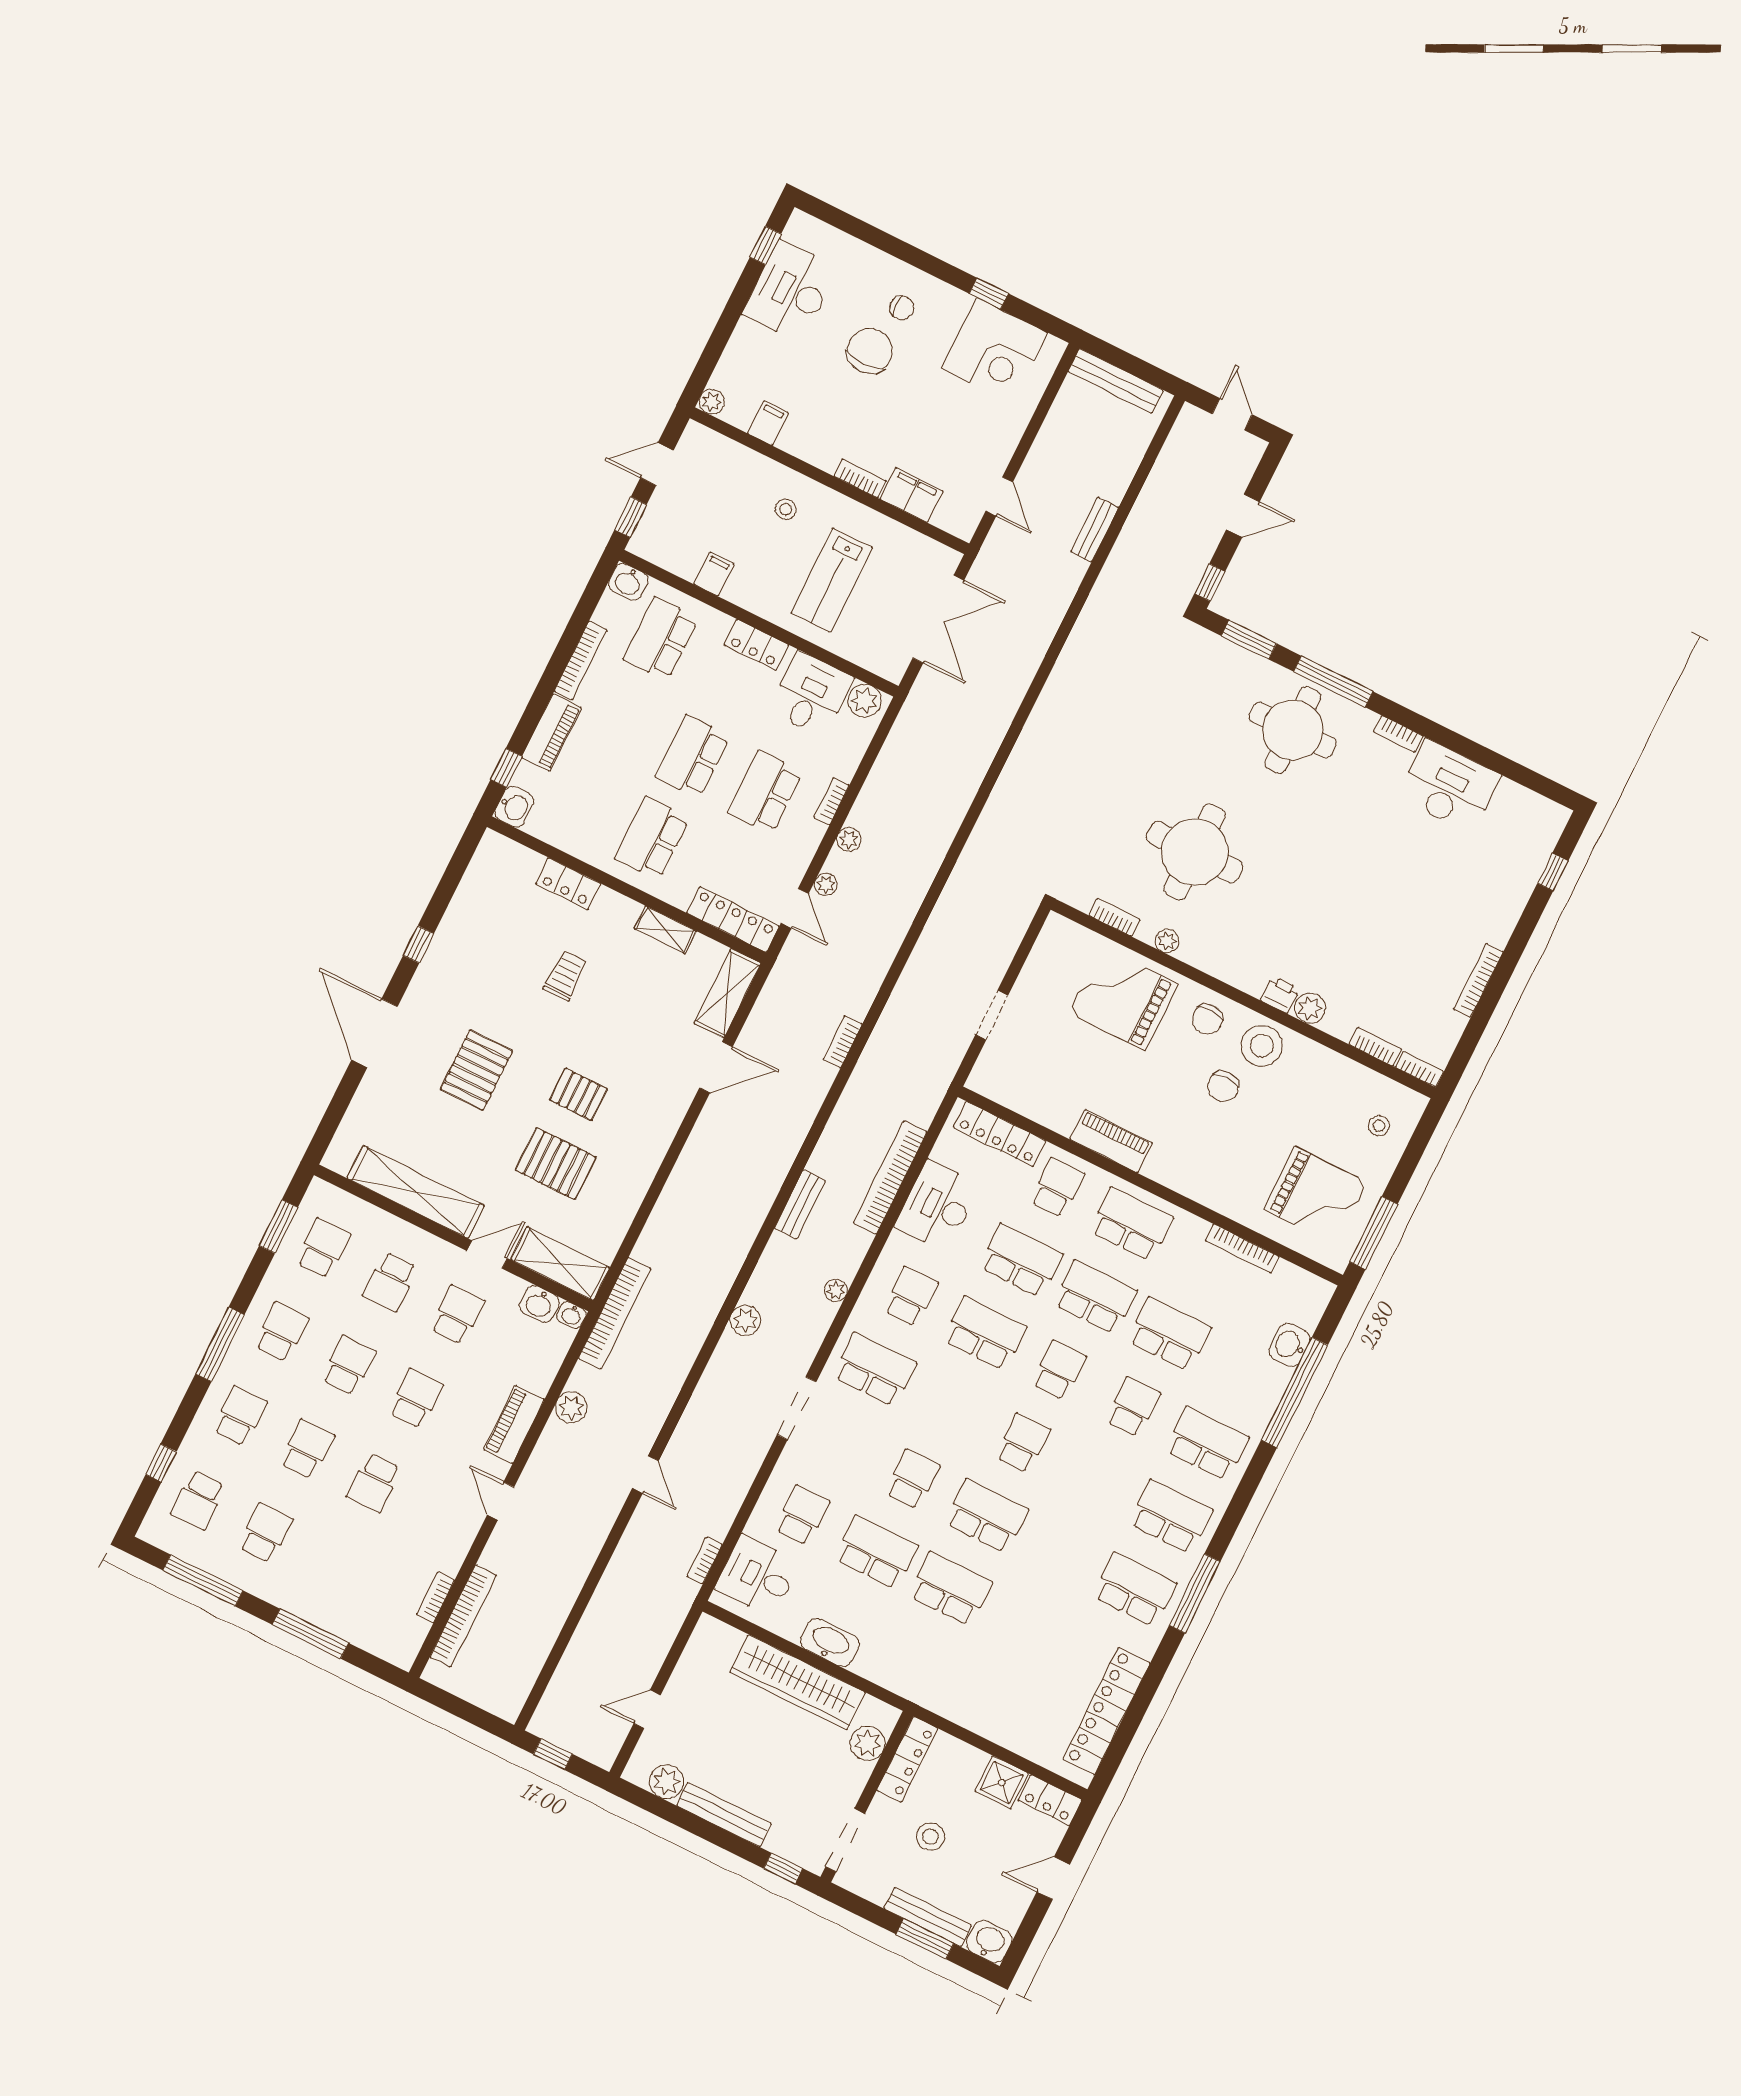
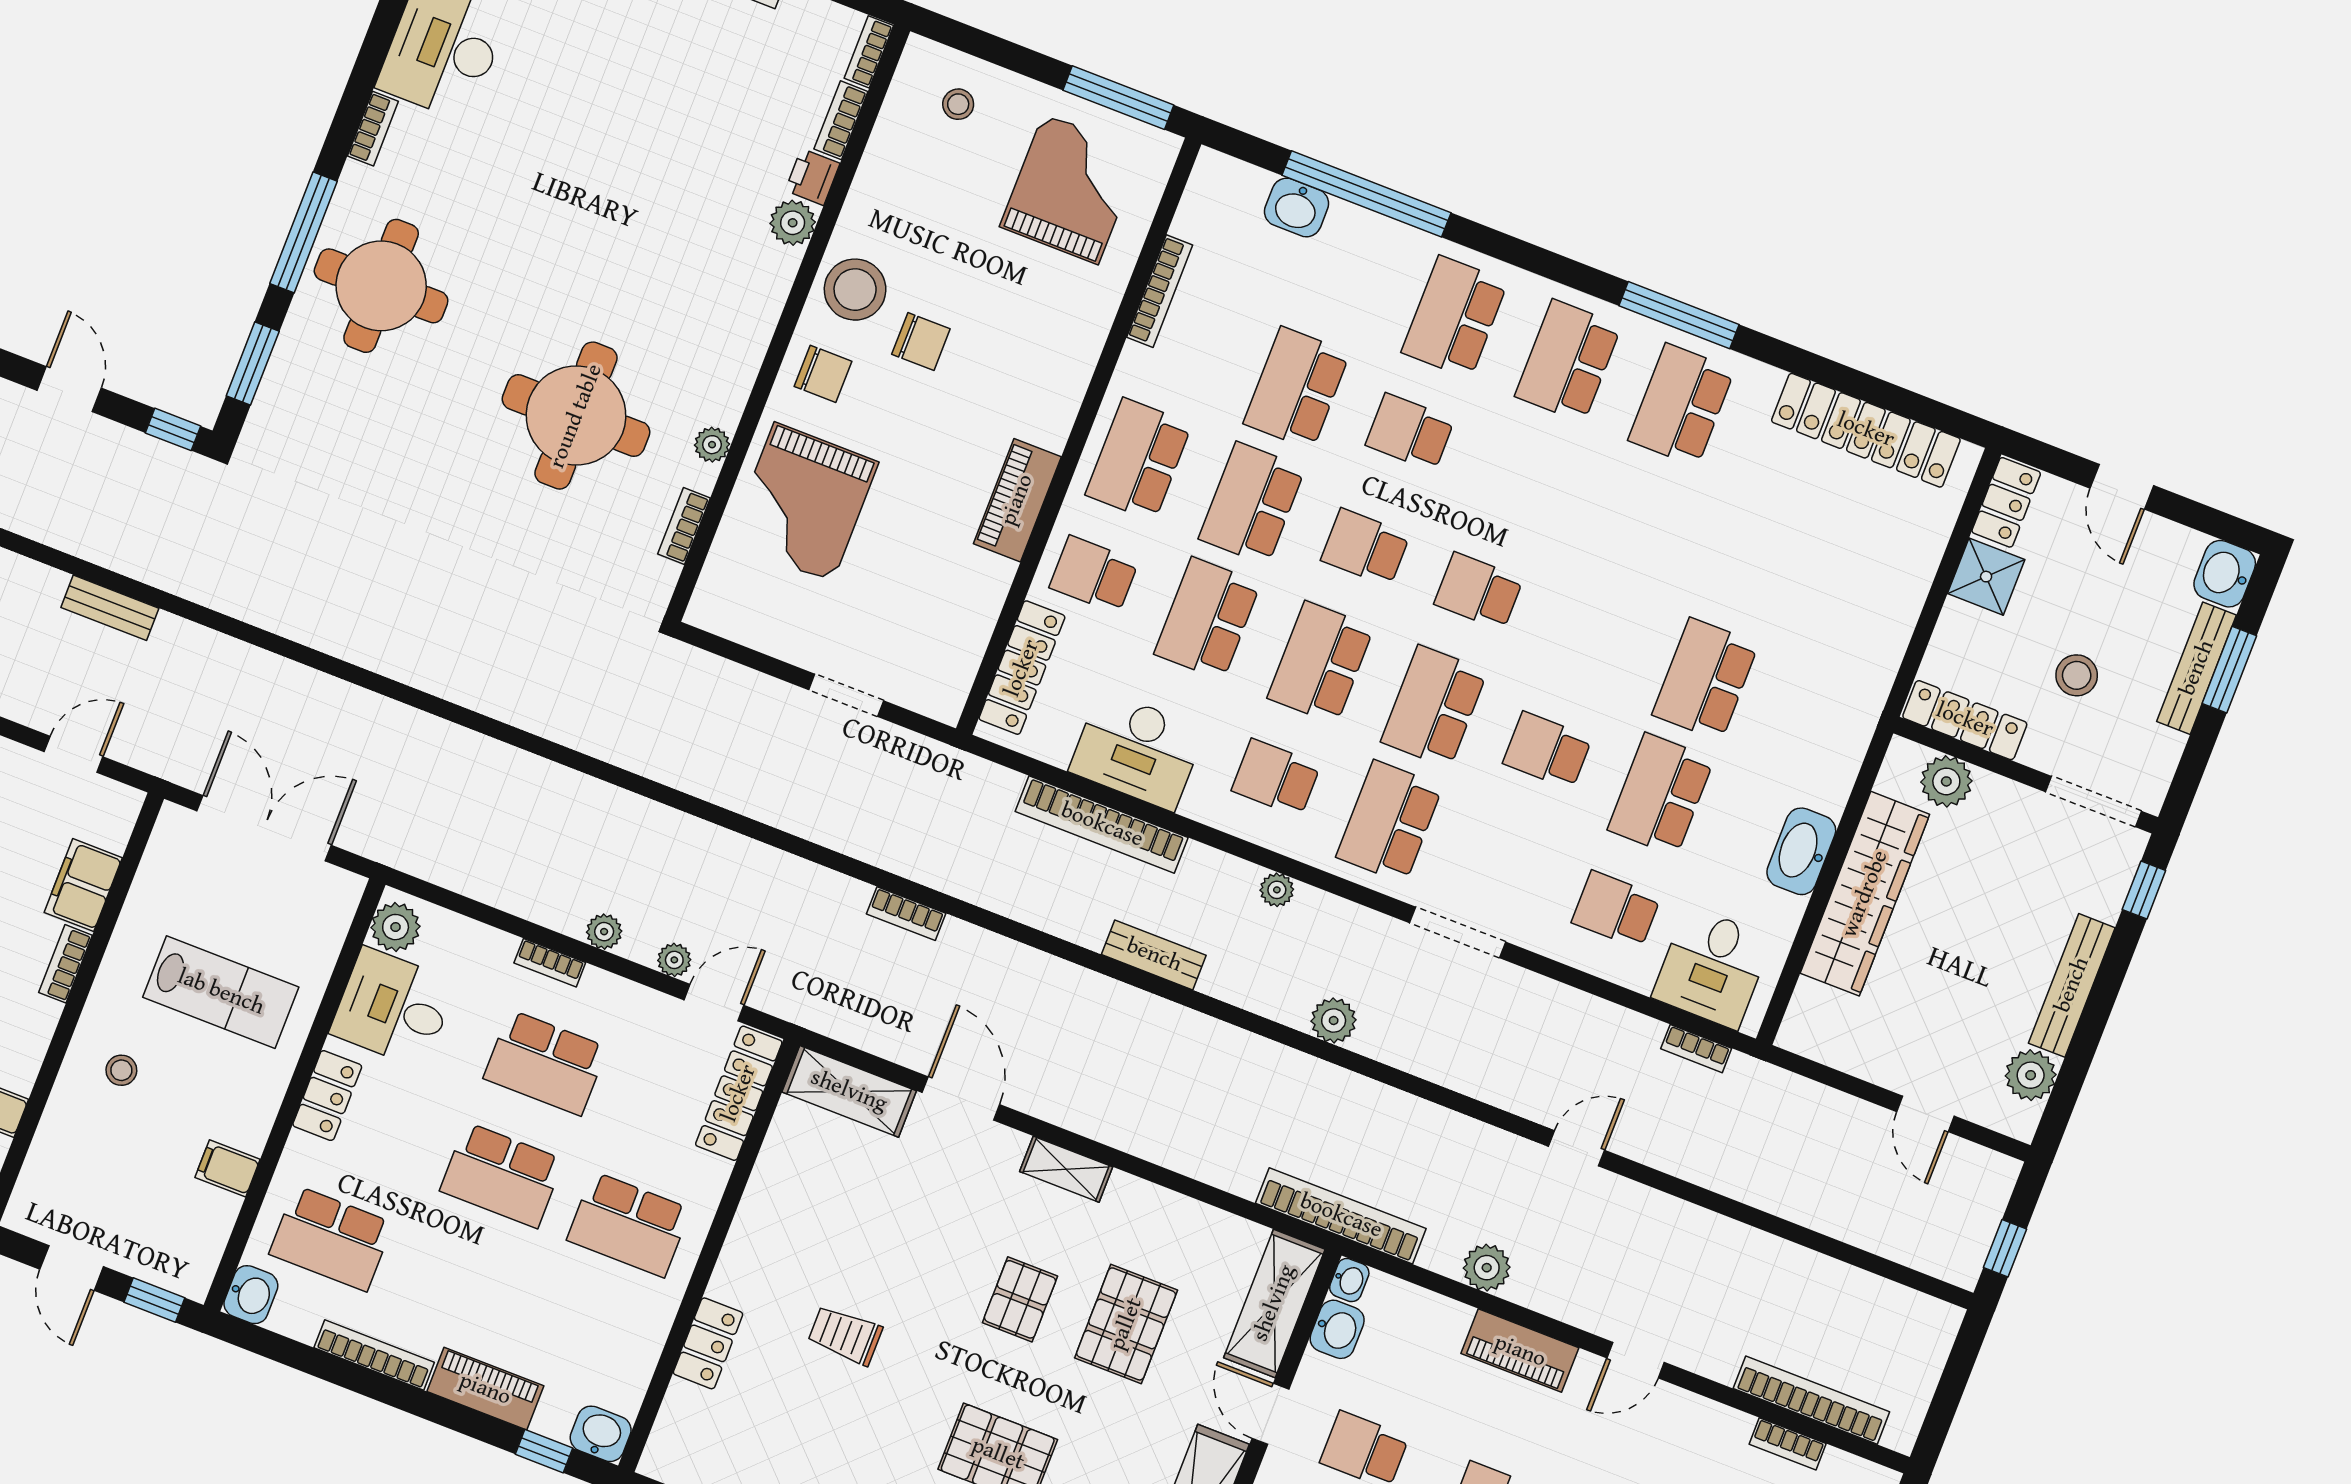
shelving: (665, 930) -> (1066, 1169), moved, turned 90
printer: (1280, 995) -> (812, 177), moved
school desk: (986, 1516) -> (1434, 707), moved

